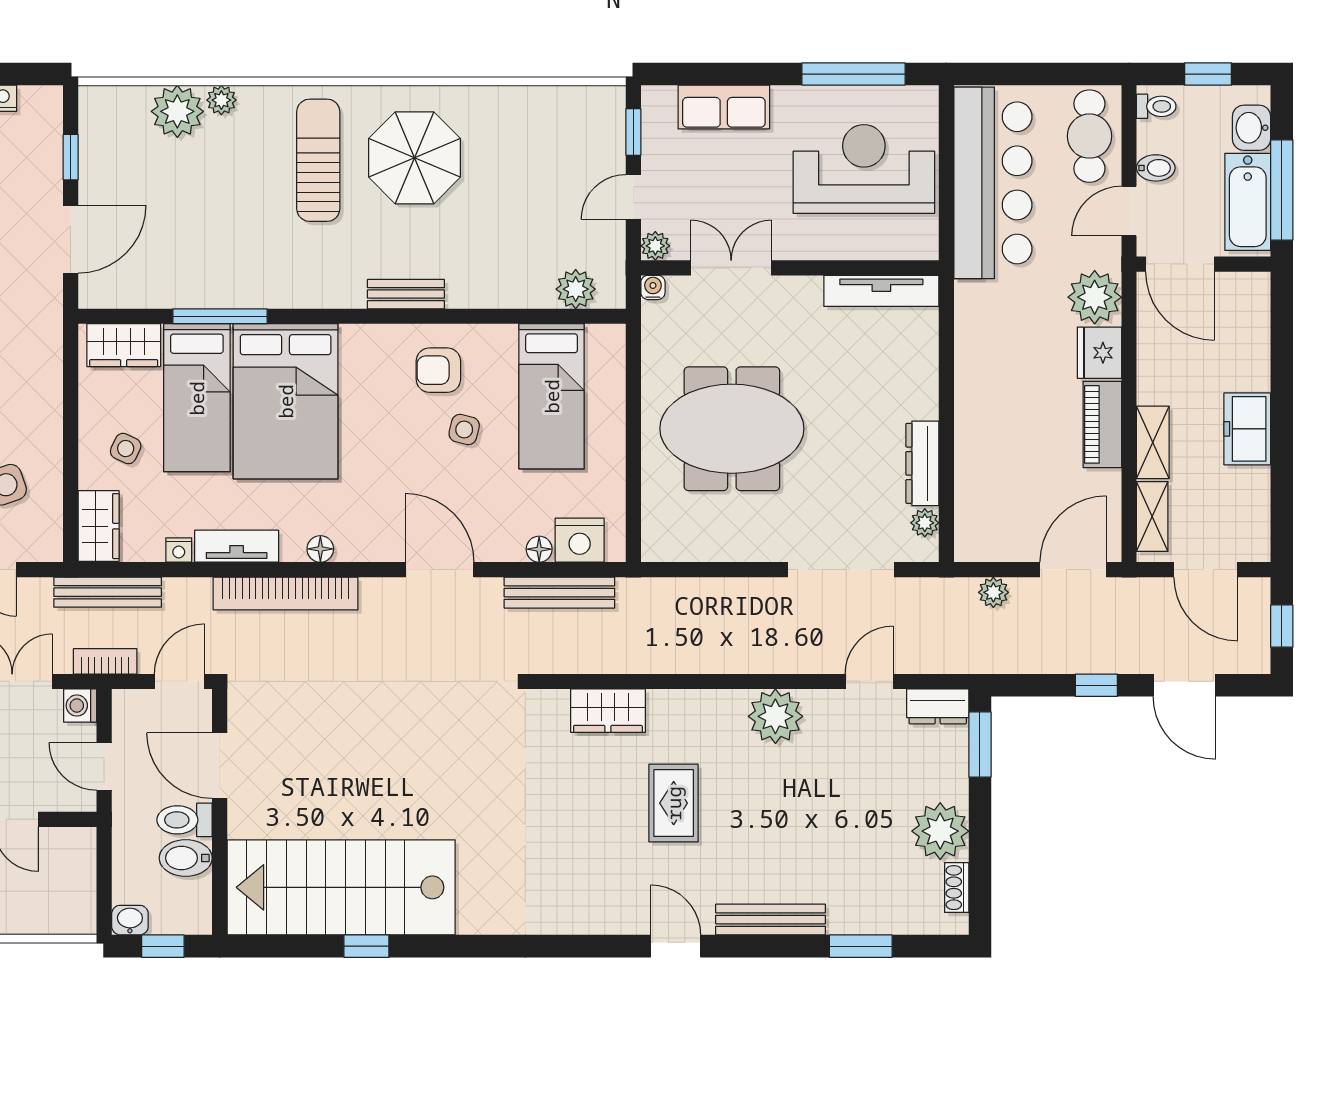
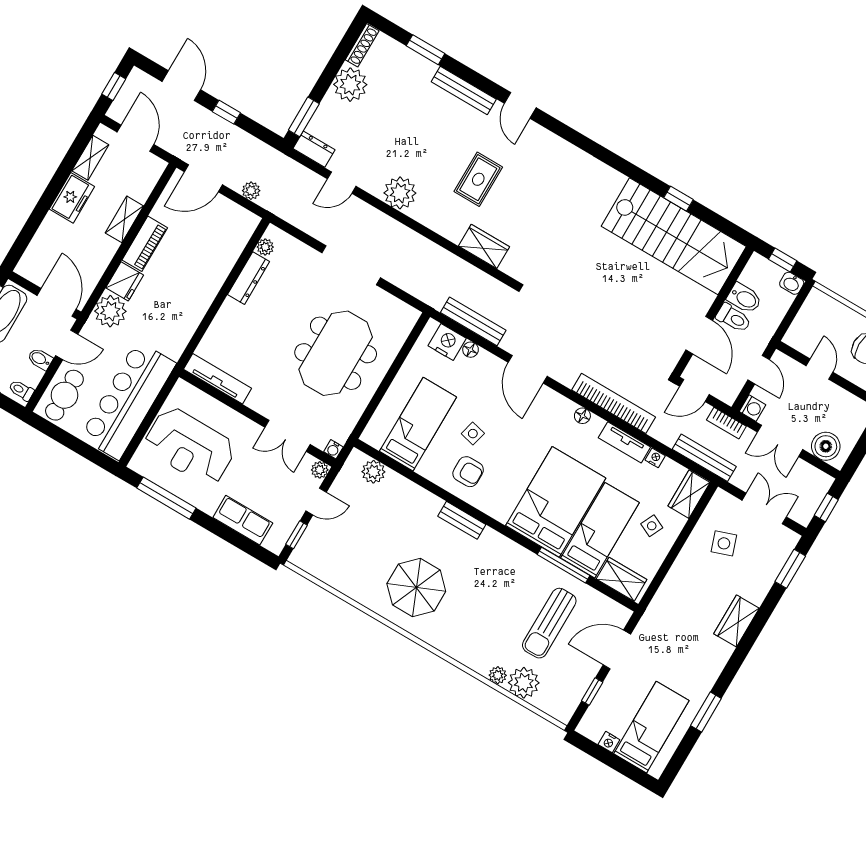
sun lounger: (318, 160) -> (549, 623), moved
meeting table: (732, 429) -> (336, 353), turned 90
shelving: (1152, 517) -> (90, 158), moved
doorway: (841, 570) -> (351, 265), moved
shoe rack: (957, 888) -> (362, 45), width x1.43

